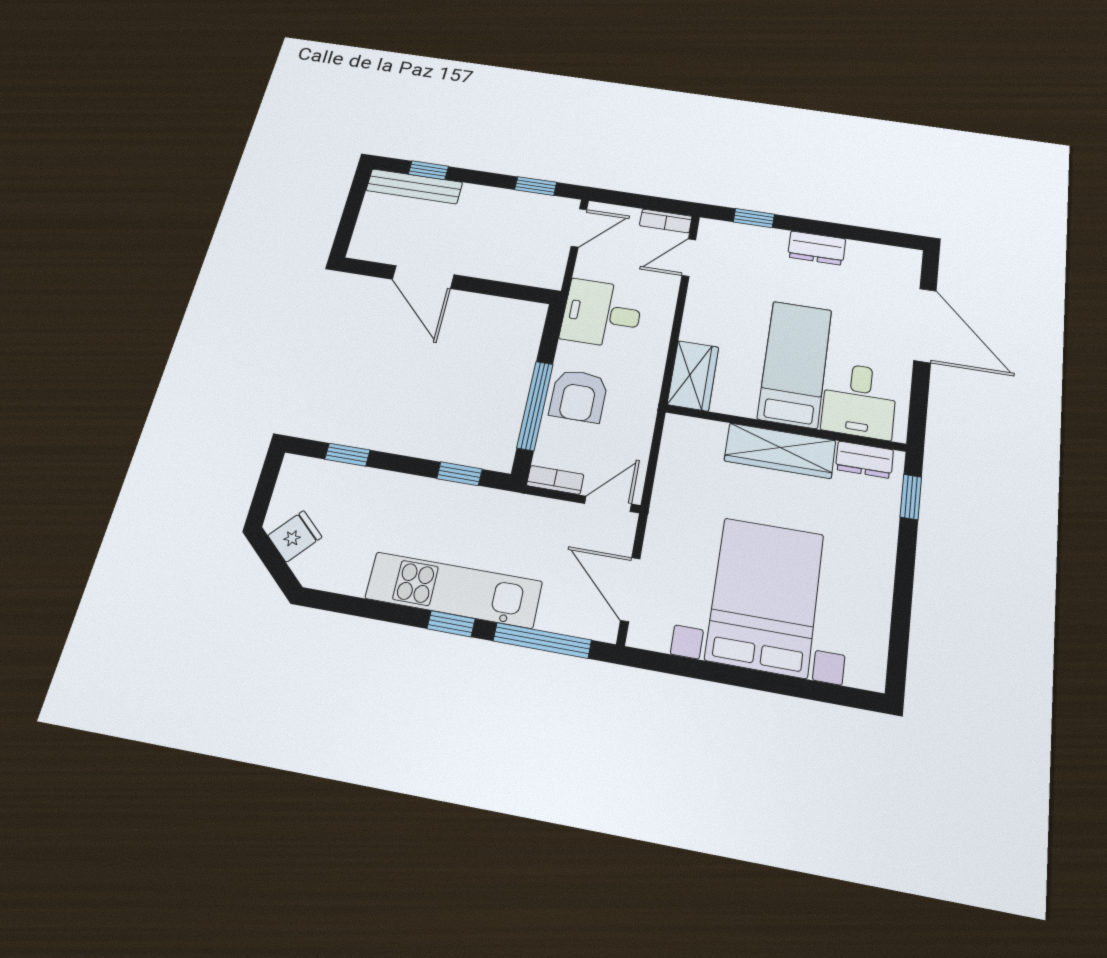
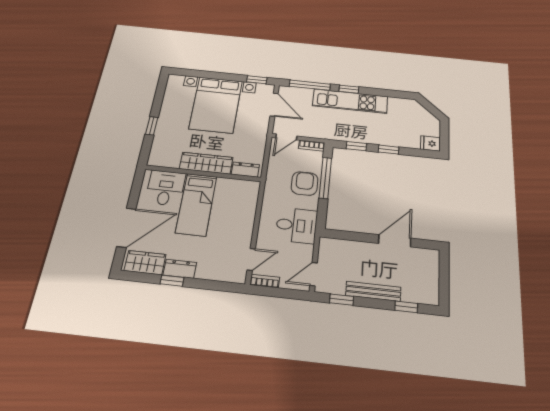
bench: (414, 186) -> (373, 291), moved
window: (754, 218) -> (172, 281), moved
door: (423, 277) -> (395, 241), hinge flipped
door: (925, 325) -> (126, 228), swing flipped
wardrobe: (693, 376) -> (145, 263), moved, turned 90
window: (347, 455) -> (389, 150), moved
dresser: (864, 460) -> (245, 170), moved
window: (911, 497) -> (152, 126), moved
fridge: (295, 536) -> (430, 143), moved, turned 48
window: (669, 664) -> (257, 80), added

